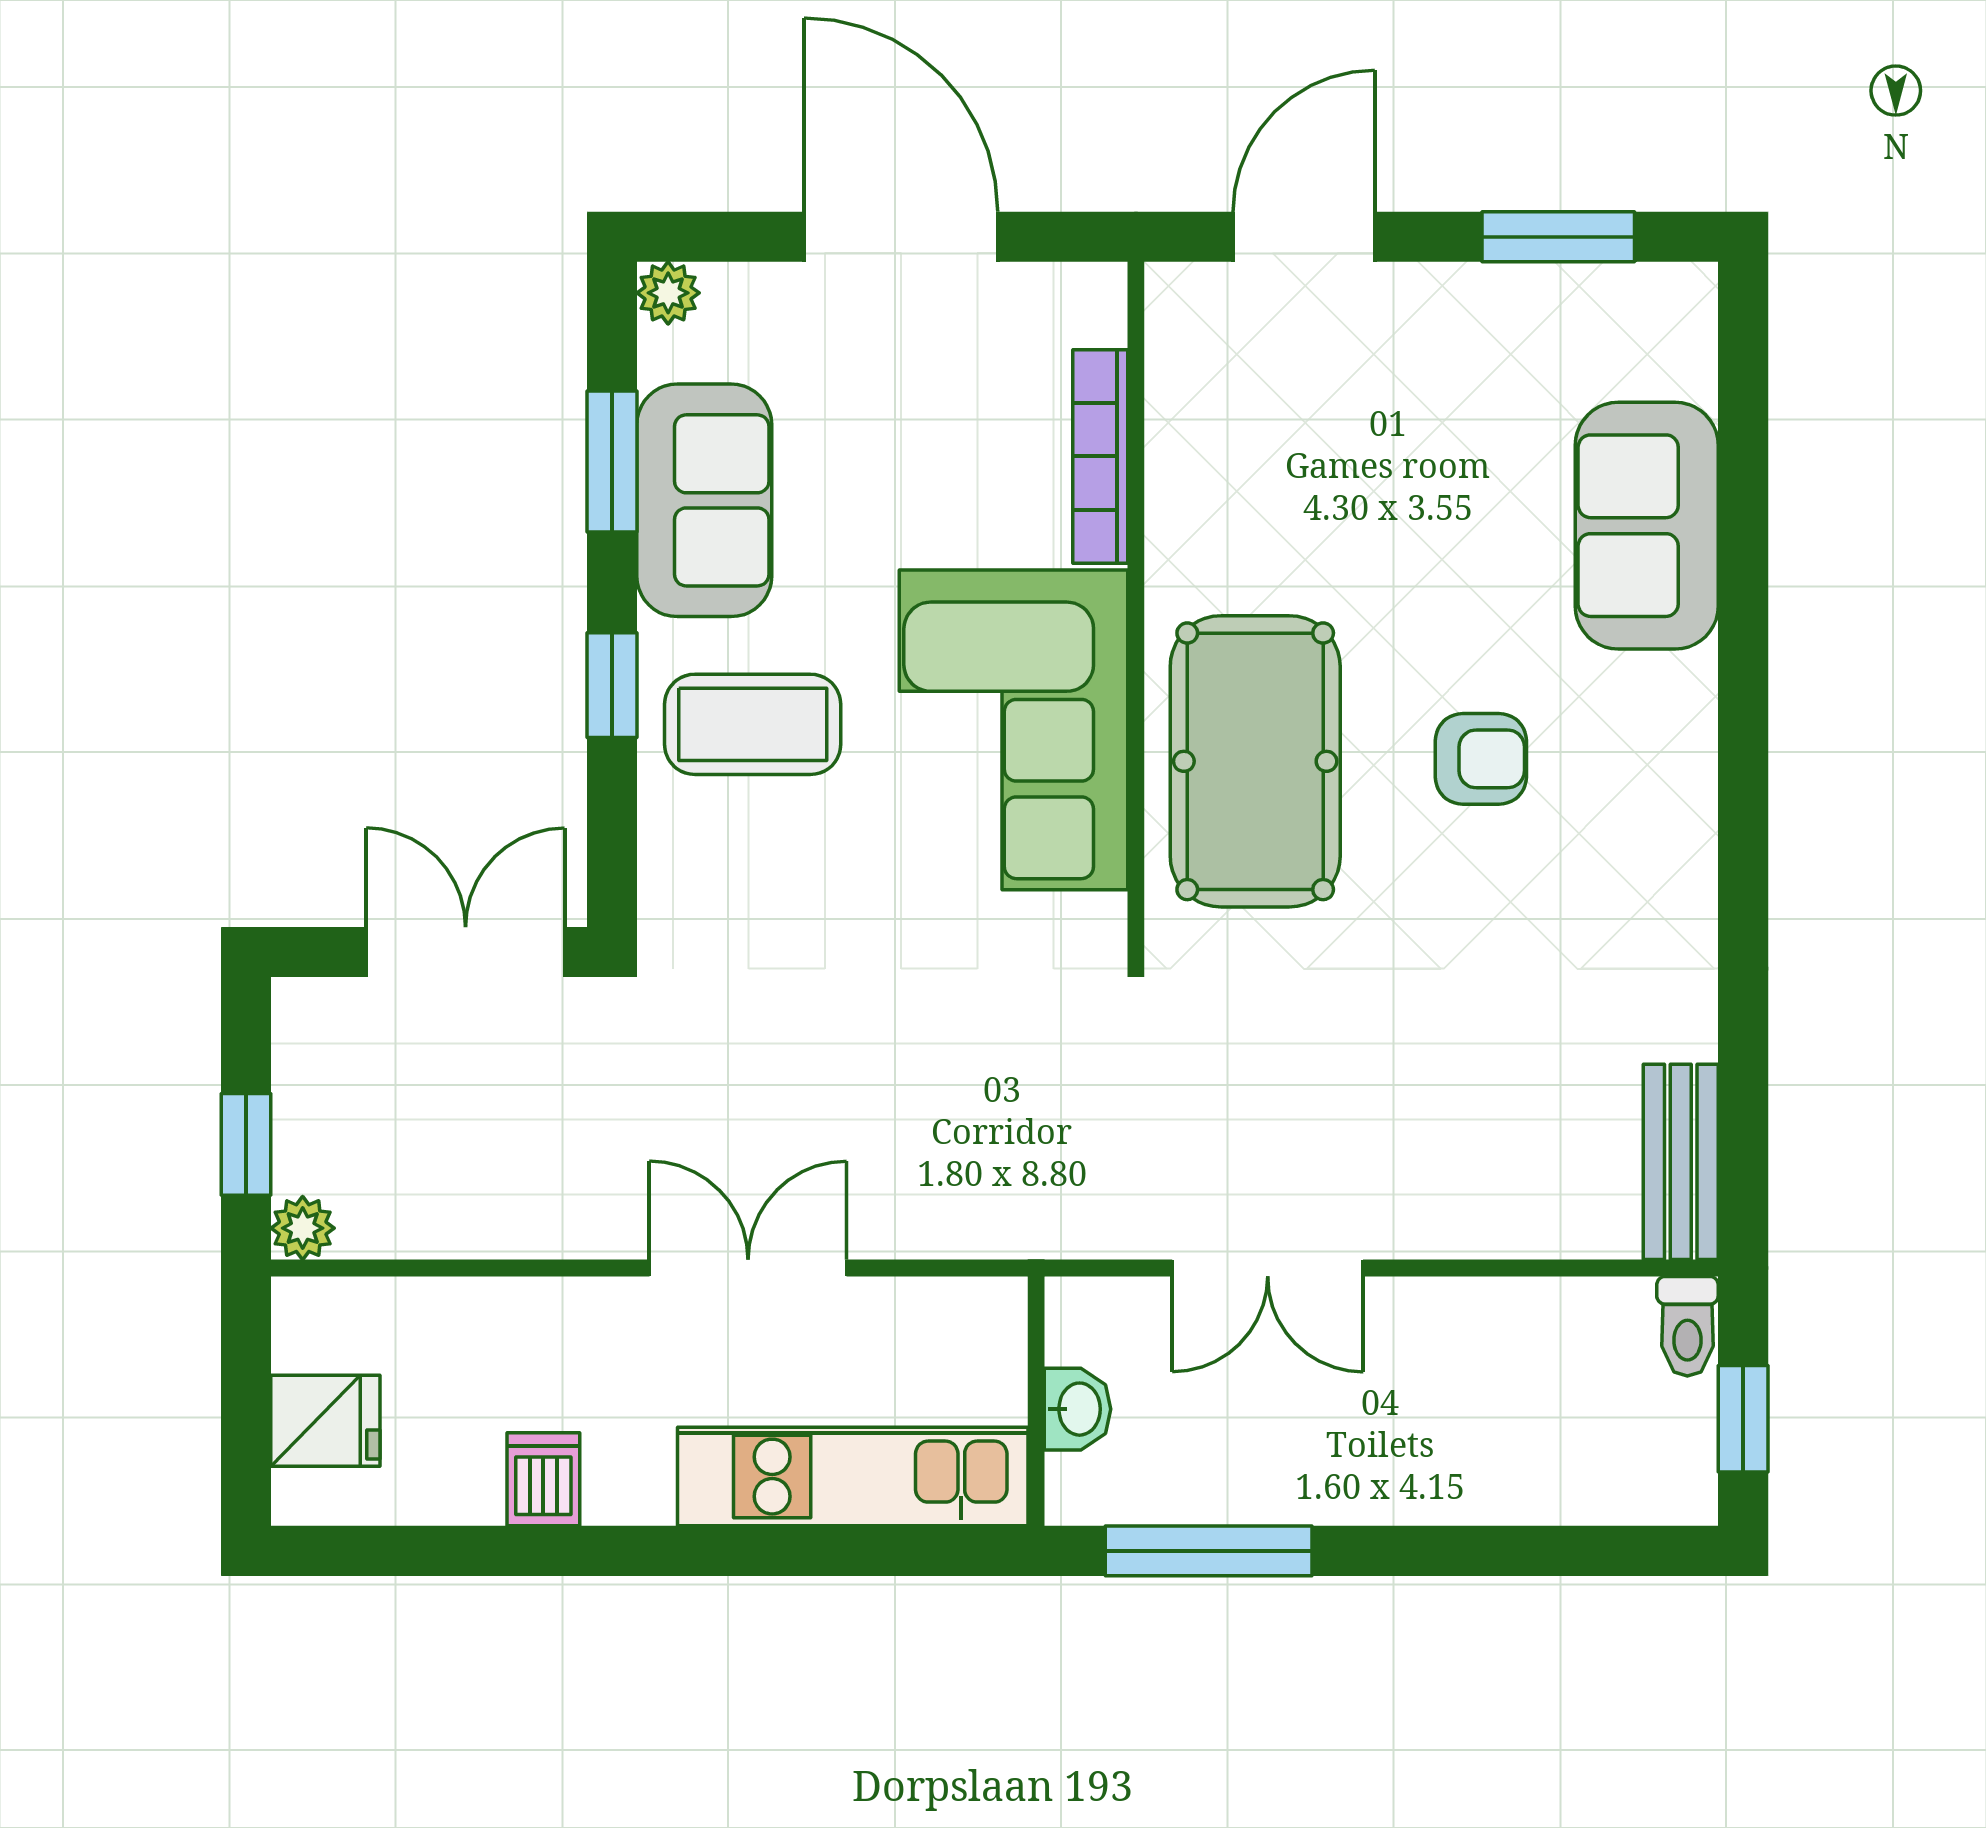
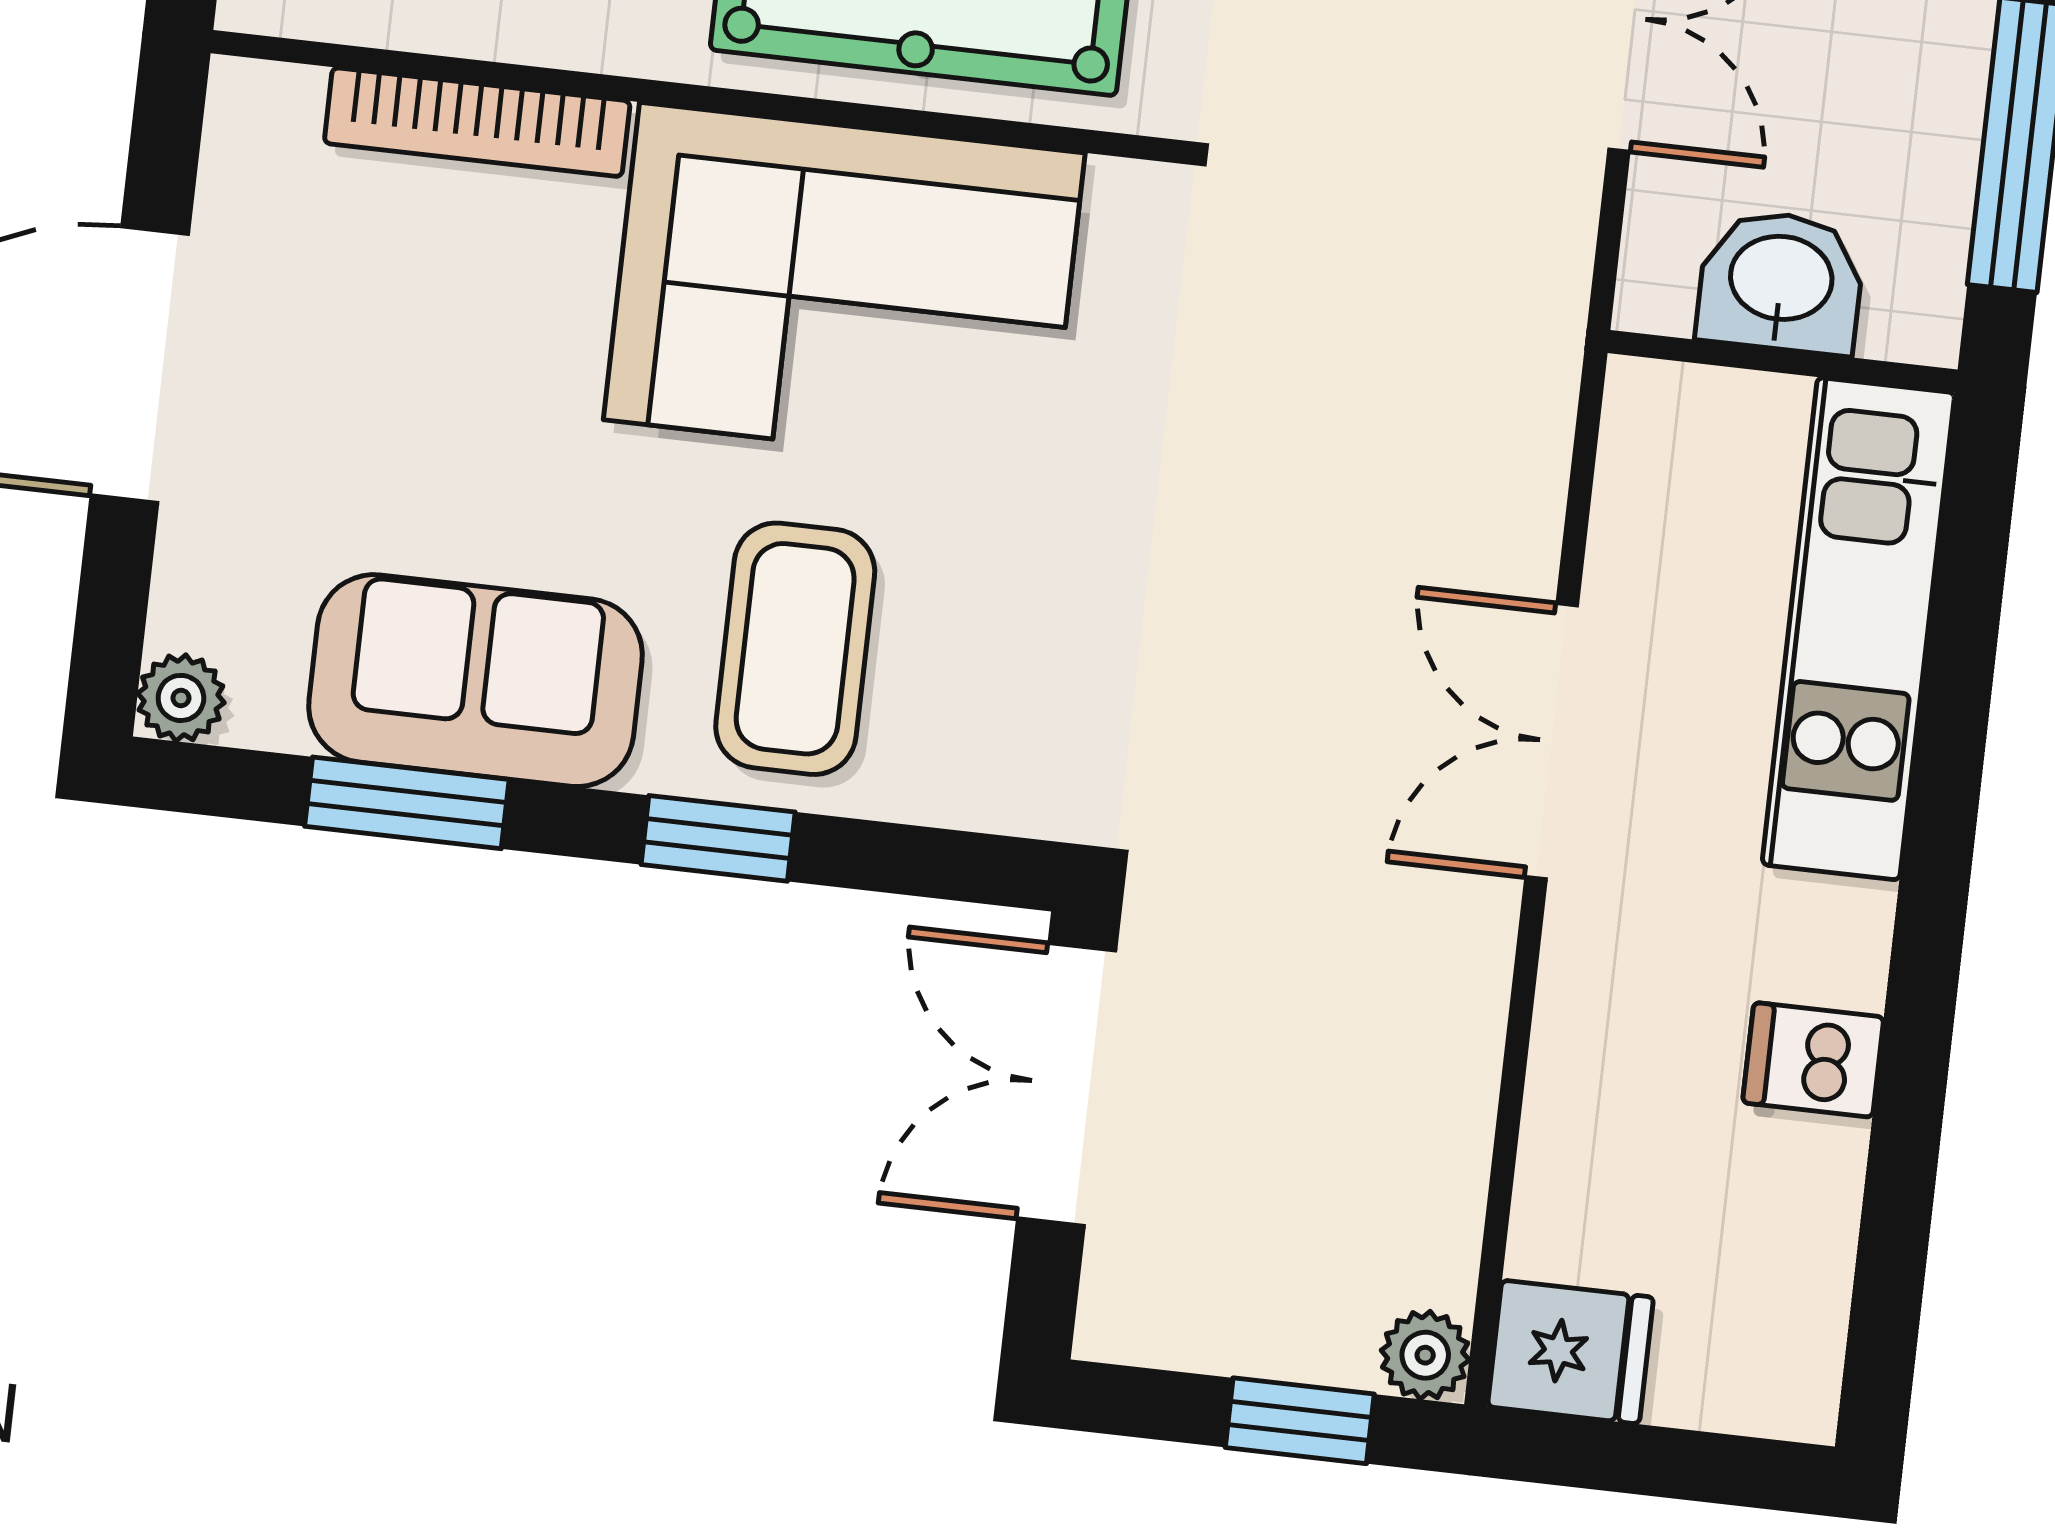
washbasin: (1078, 1409) -> (1781, 282), width x1.38, depth x1.45
fridge: (325, 1421) -> (1571, 1352), moved, turned 90

